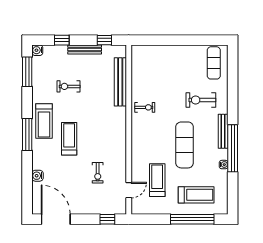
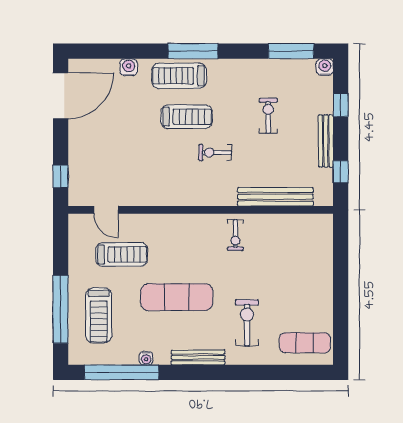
treadmill: (44, 121) -> (179, 76), moved
window: (233, 148) -> (122, 372), moved
exercise bike: (98, 173) -> (215, 153), moved

